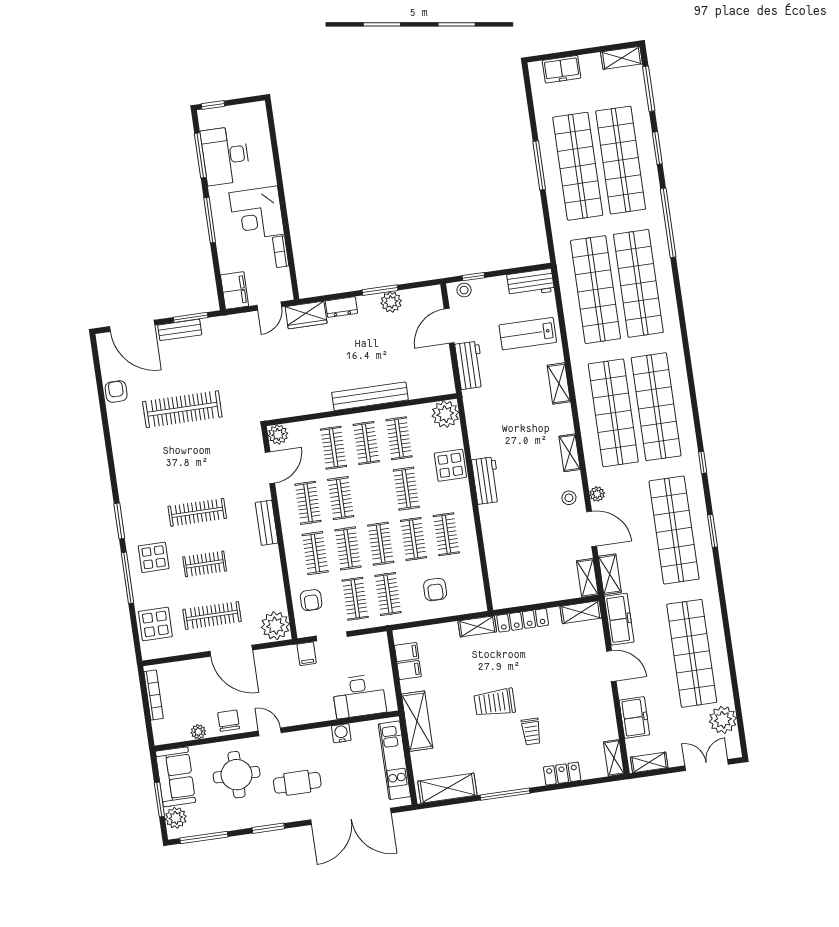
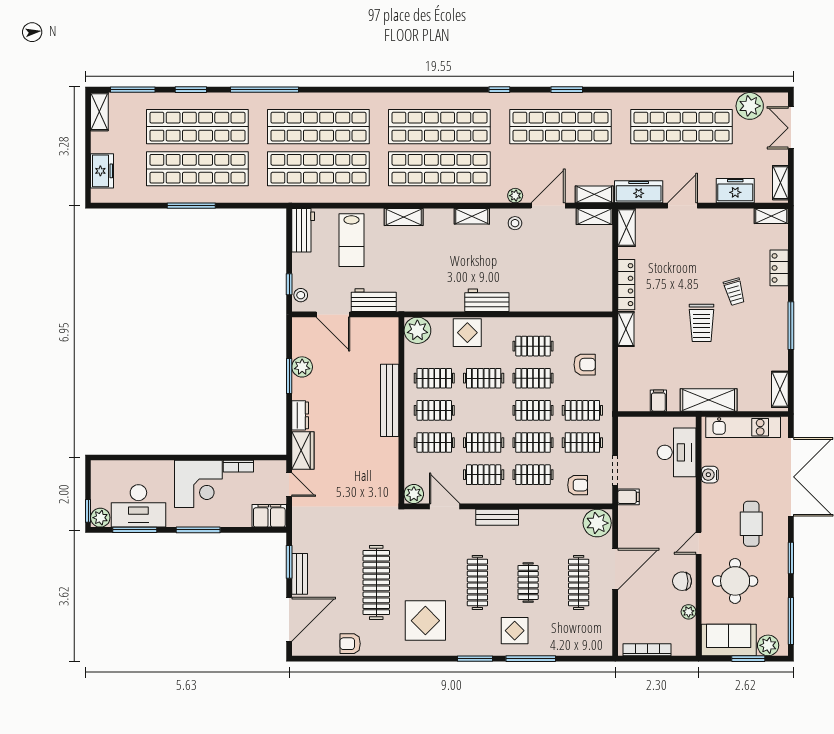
plant: (208, 118) -> (100, 518), added
display table: (155, 624) -> (425, 621), moved, width x1.36, depth x1.36
filing cabinet: (407, 652) -> (641, 400), removed
trolley: (531, 731) -> (734, 292), turned 74
shelving: (447, 788) -> (780, 389), width x0.67, depth x0.75

